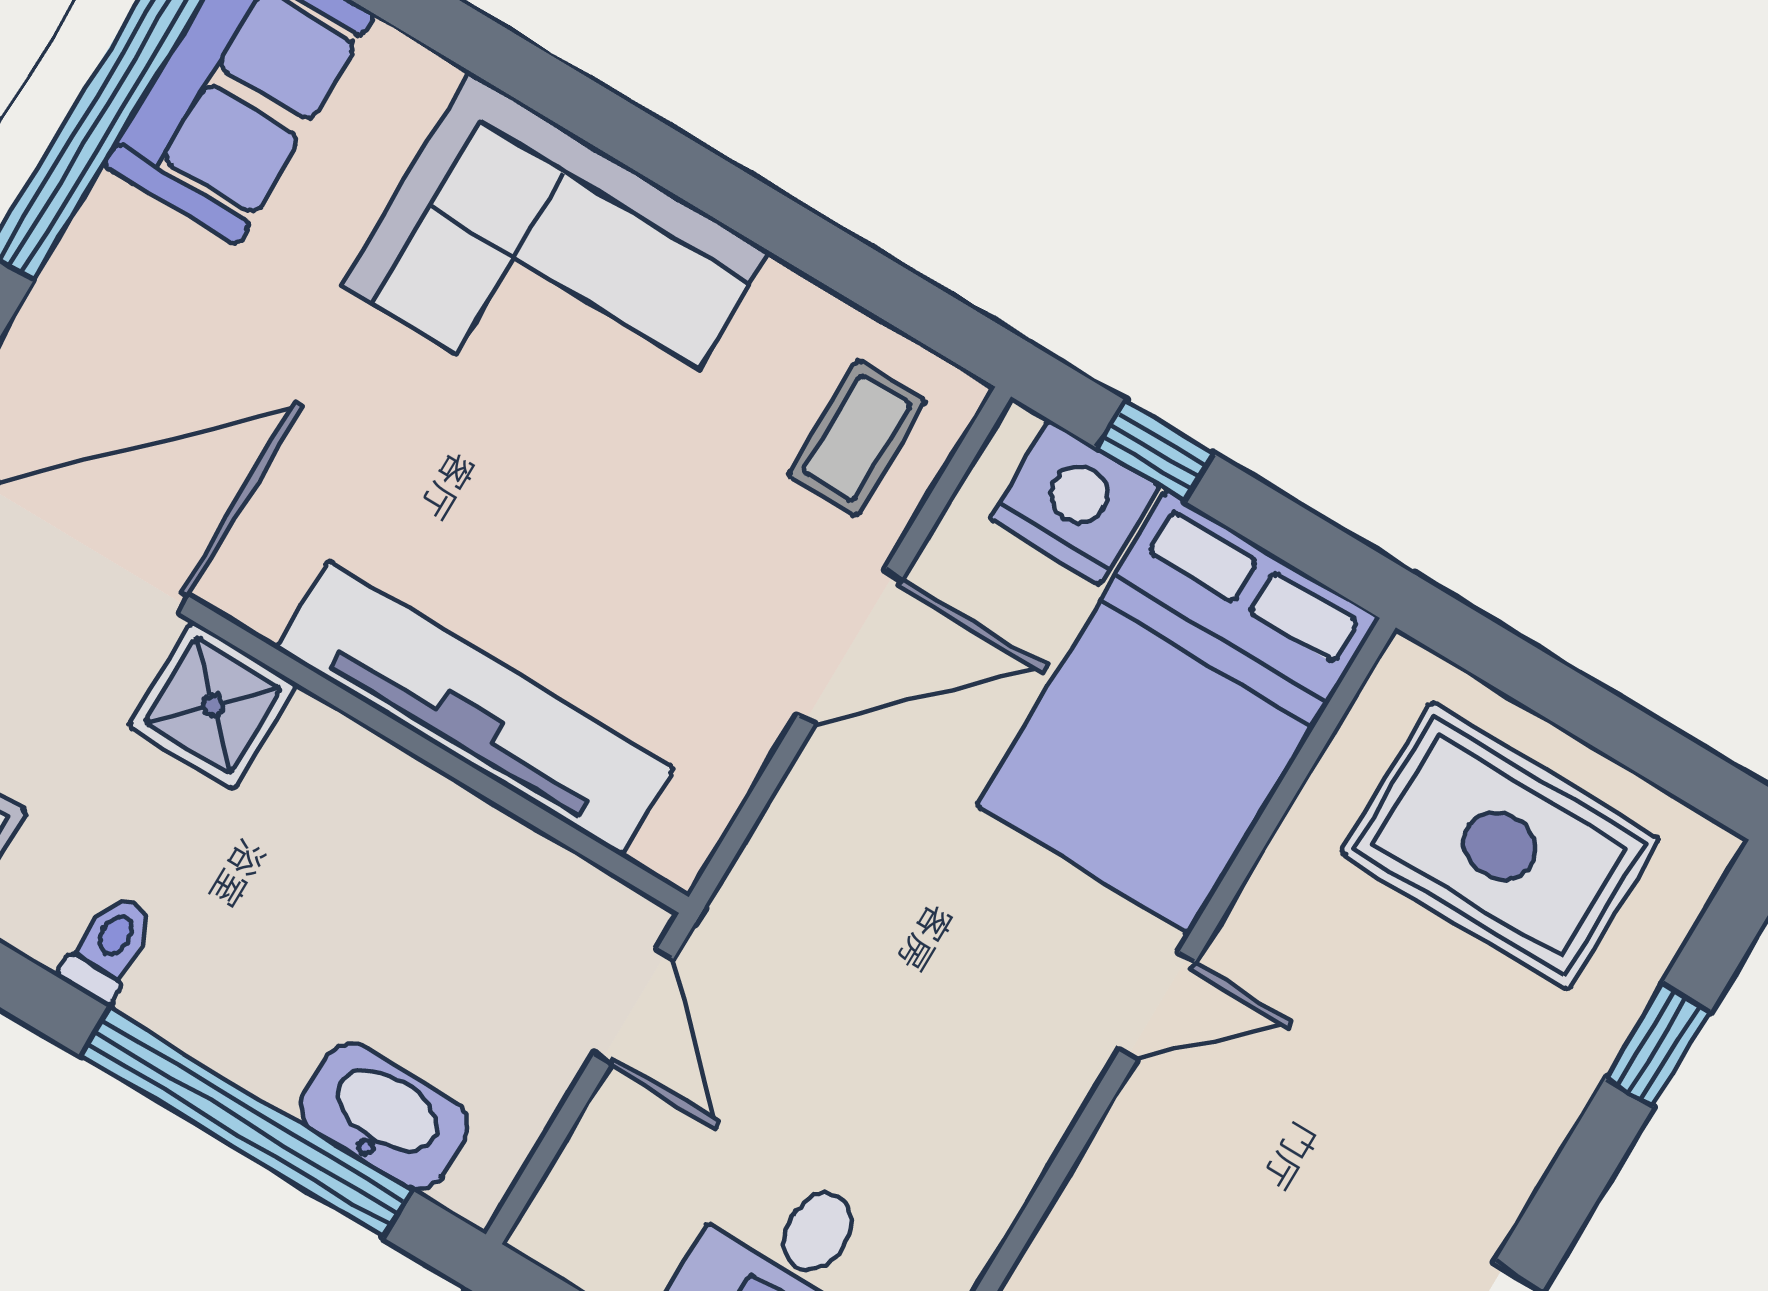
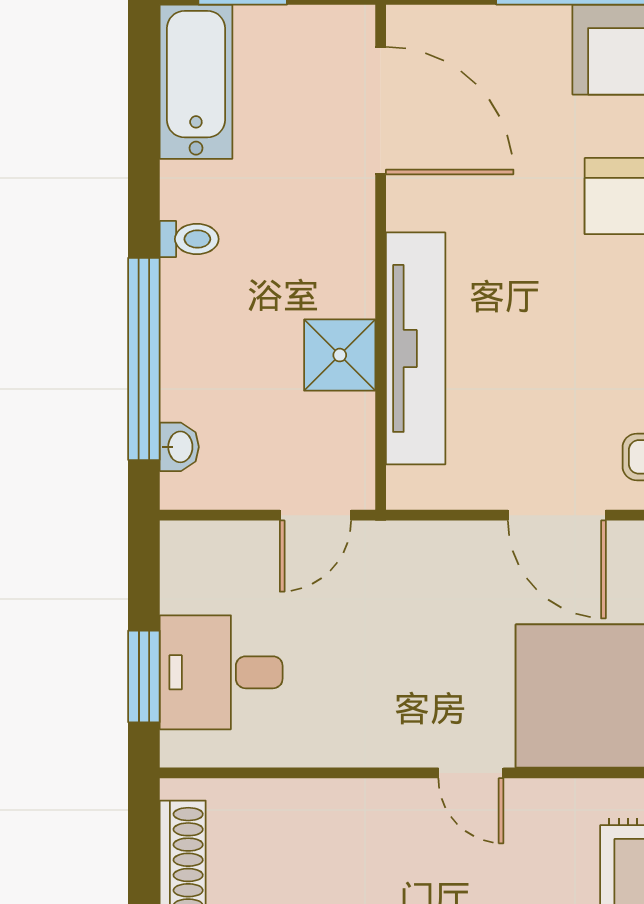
shower: (213, 705) -> (340, 355), moved
washbasin: (384, 1116) -> (179, 447), width x0.52, depth x0.69

